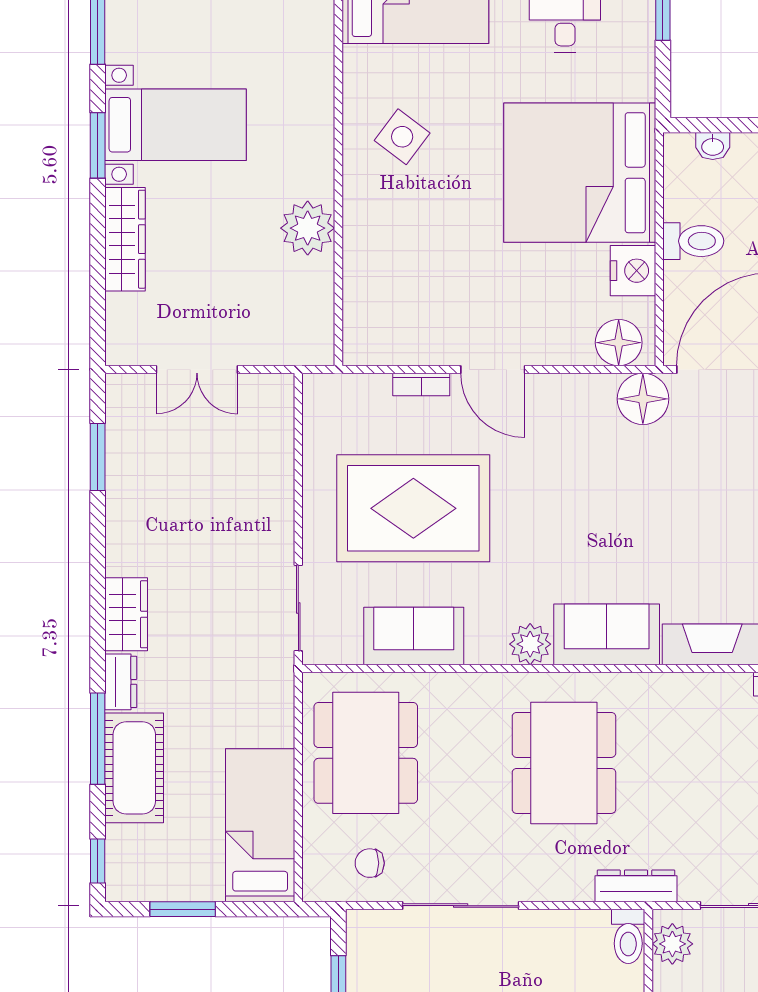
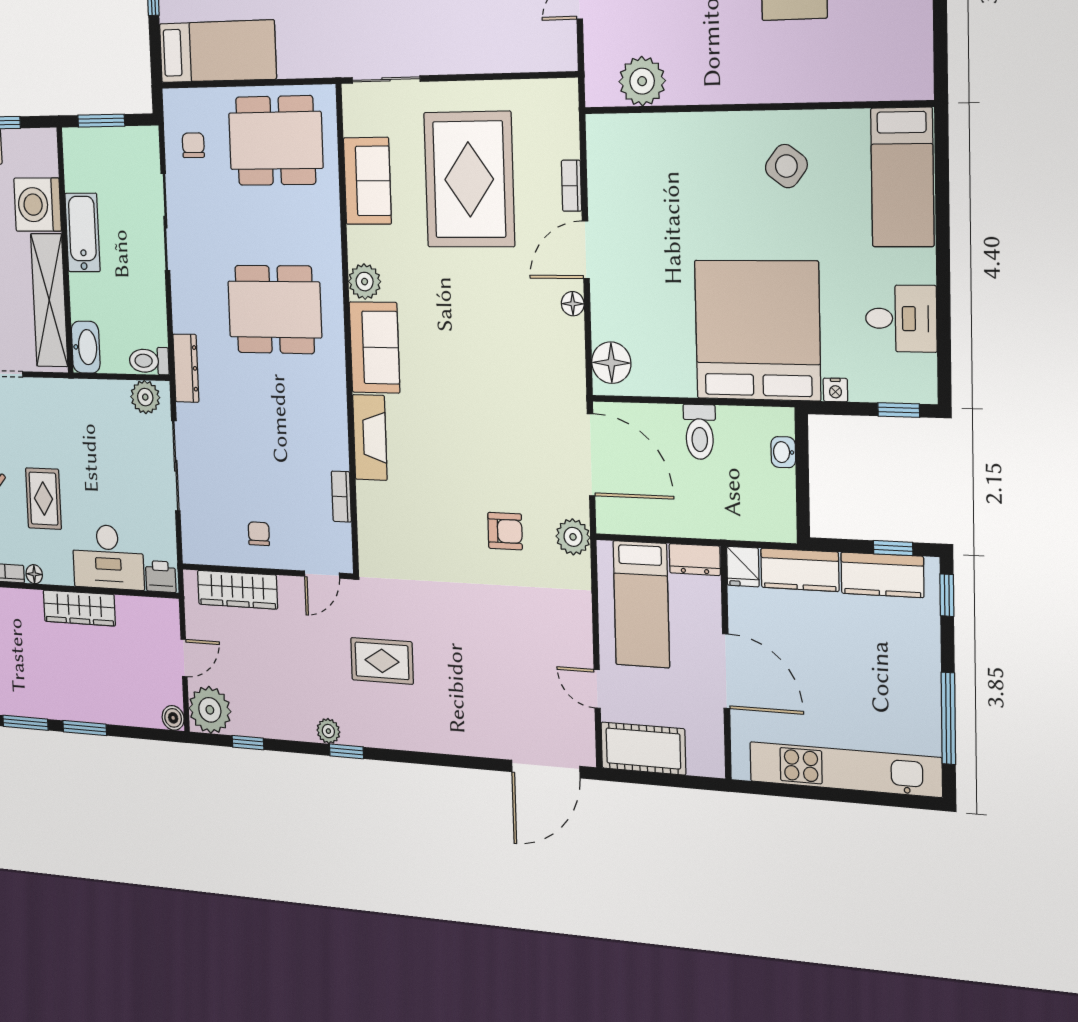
plant: (308, 228) -> (642, 81), moved
nightstand: (633, 271) -> (835, 390), moved, width x0.53, depth x0.56
floor lamp: (643, 399) -> (573, 304), moved, width x0.53, depth x0.53

